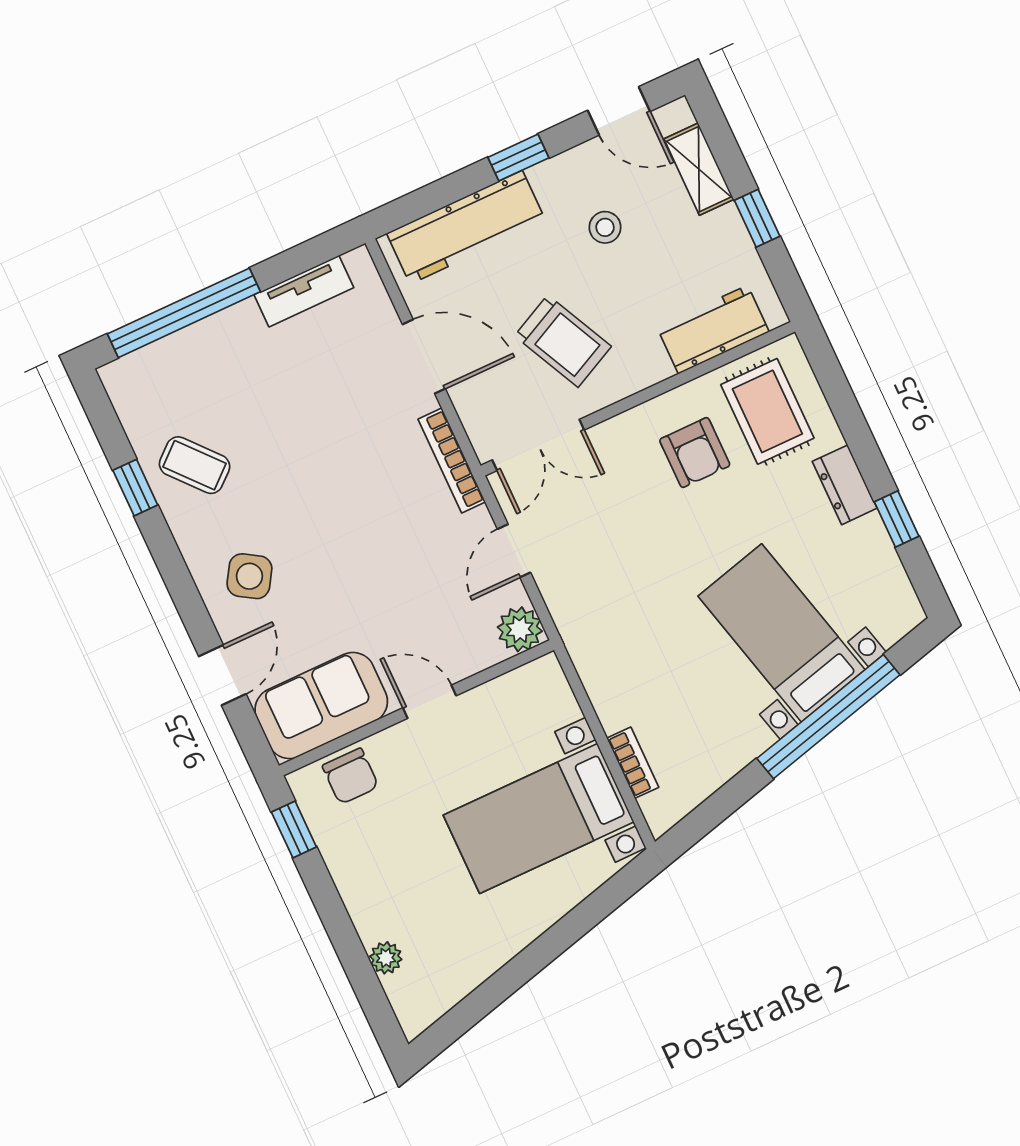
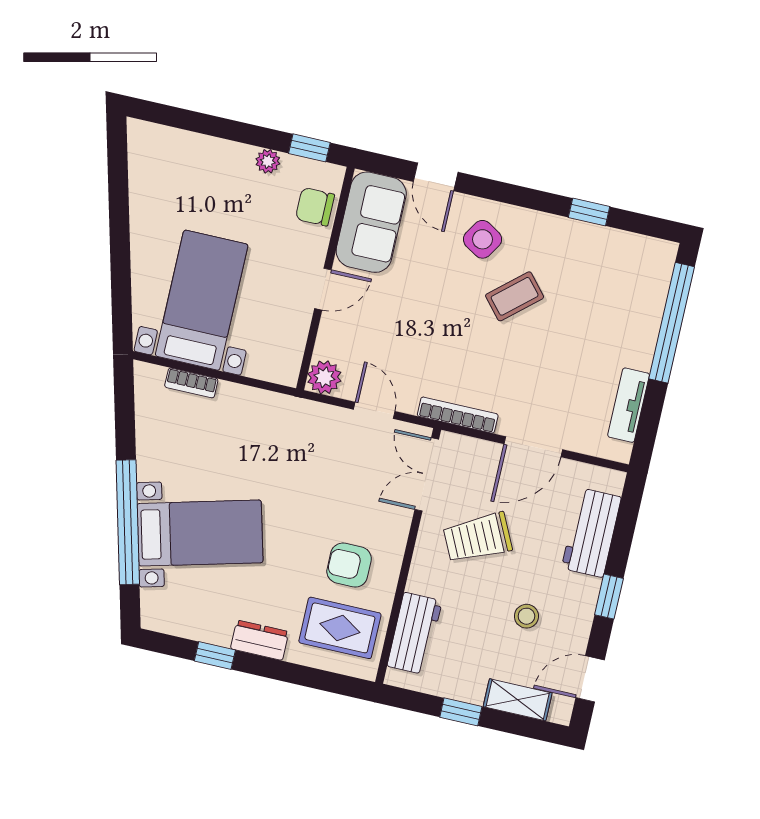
workbench: (466, 227) -> (591, 533), width x0.73
coffee table: (195, 465) -> (515, 296), moved
plant: (386, 958) -> (268, 161), moved

